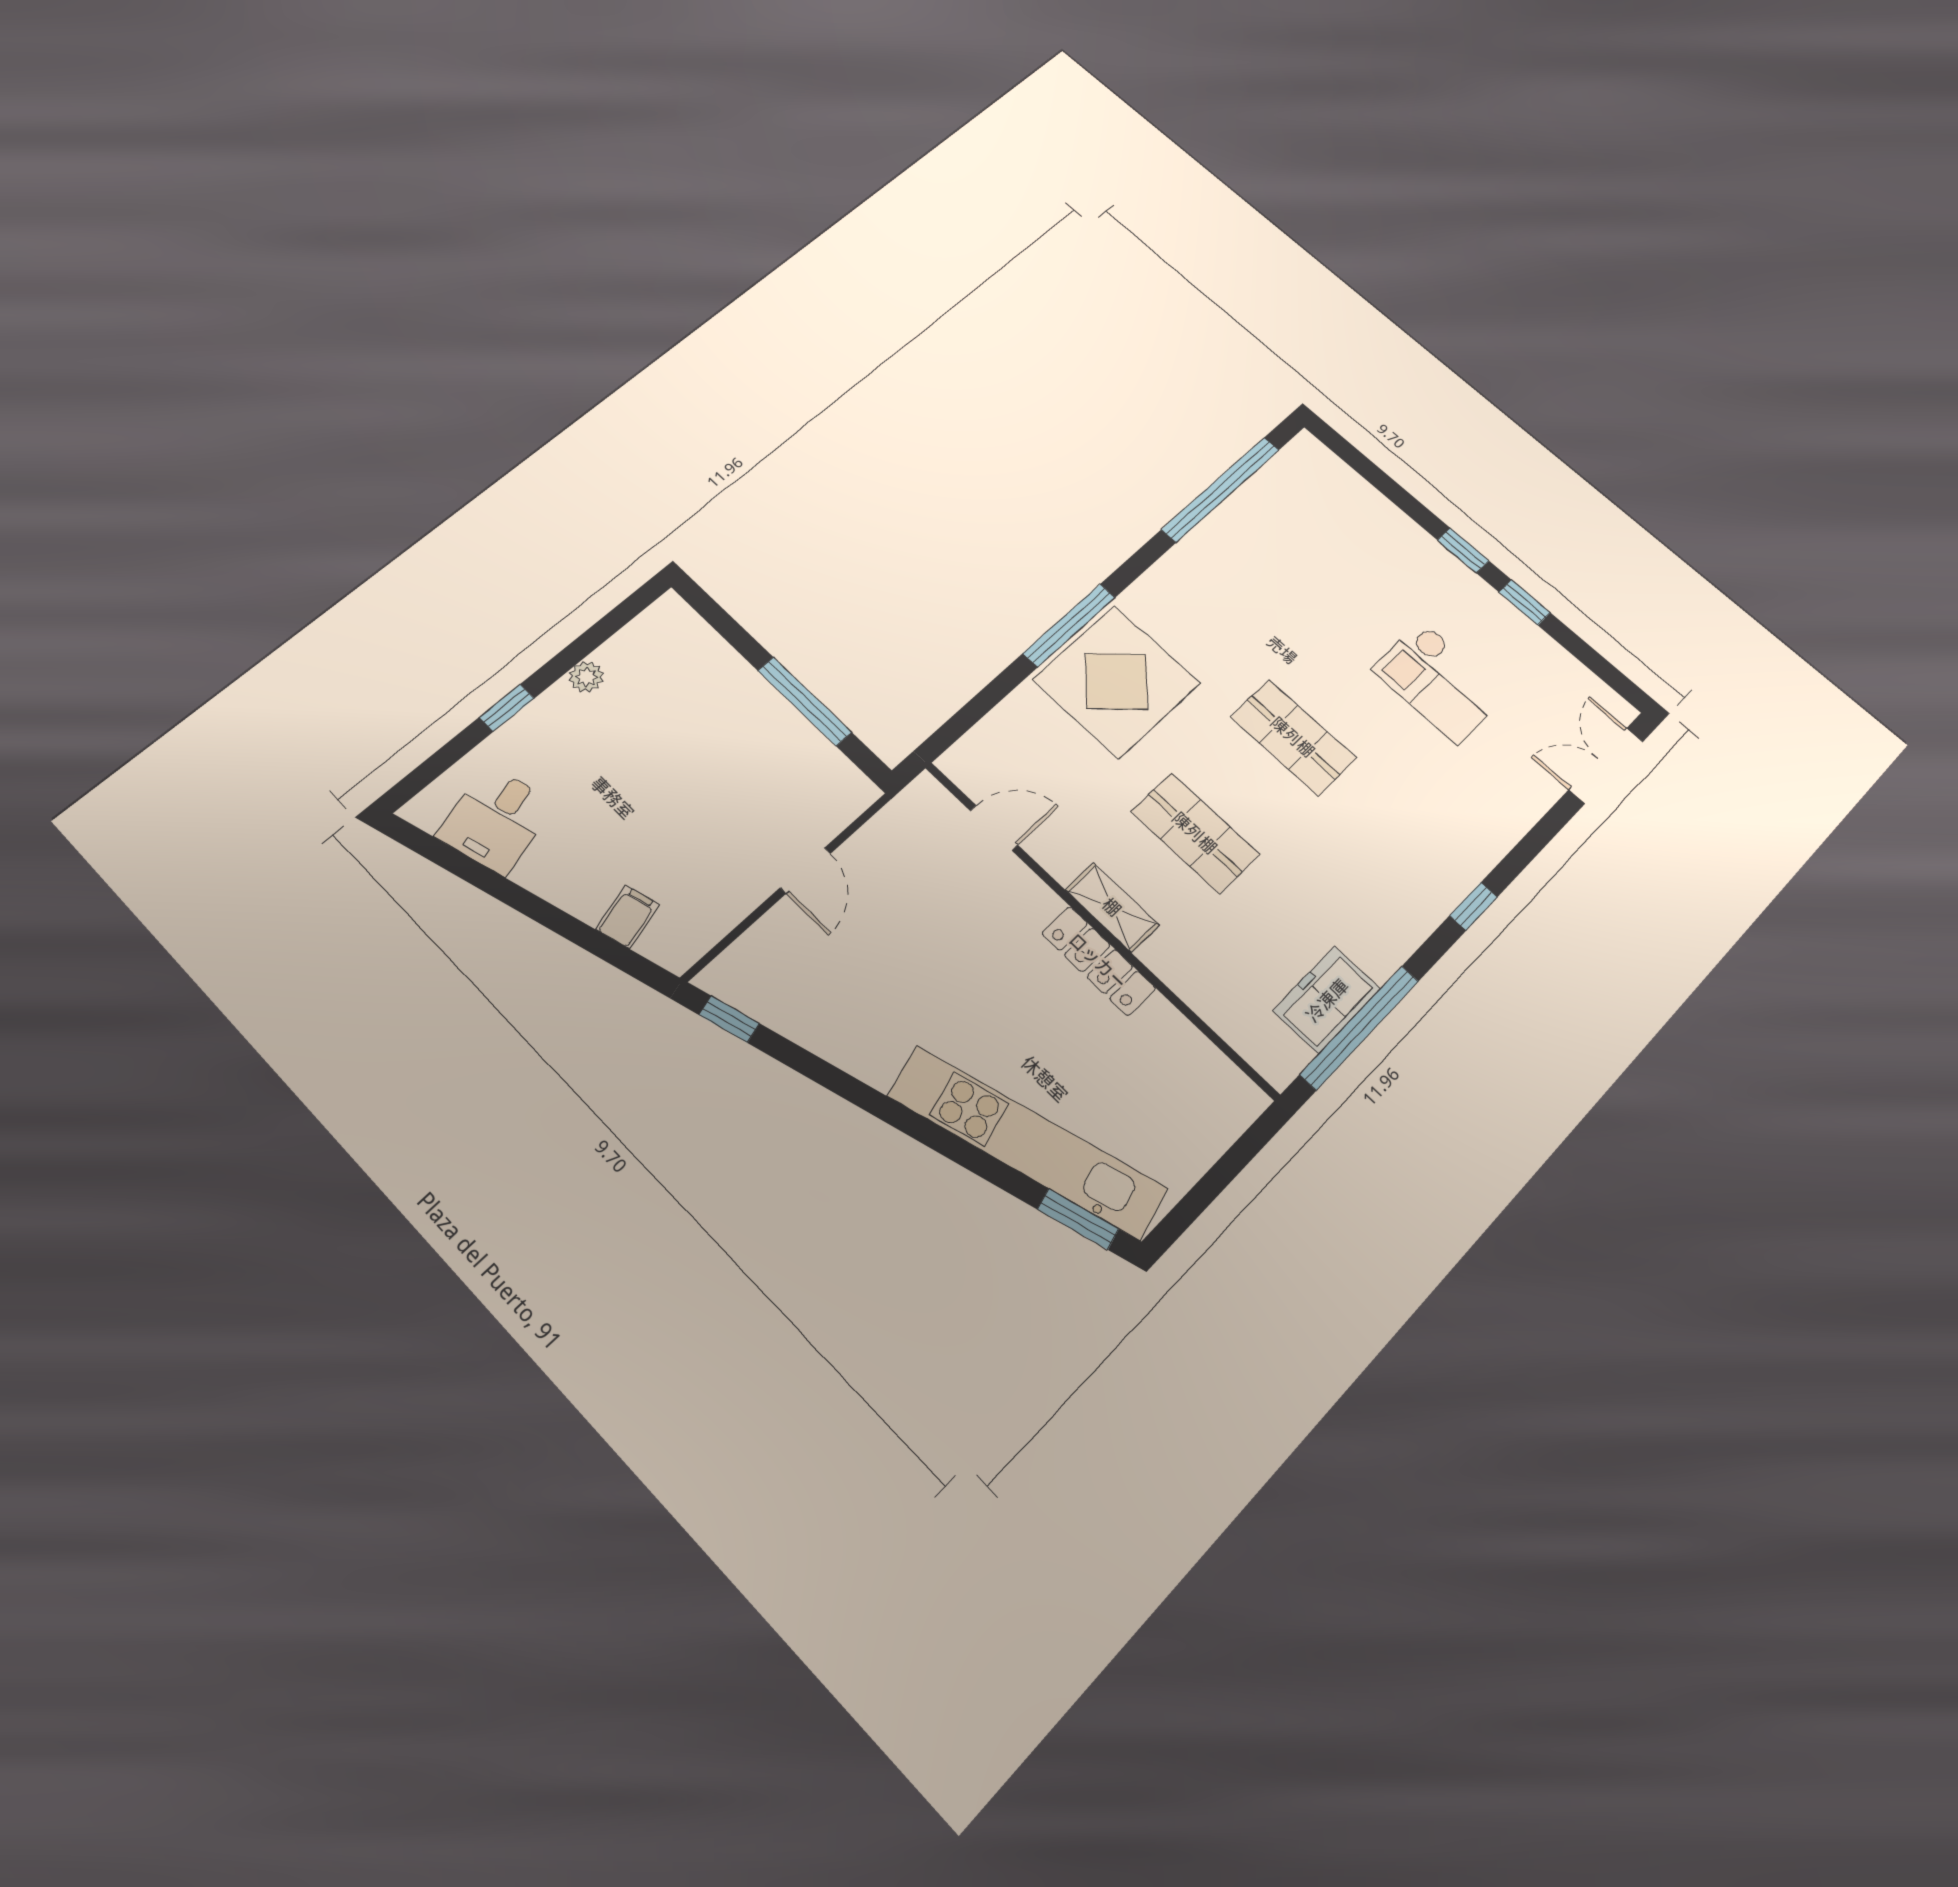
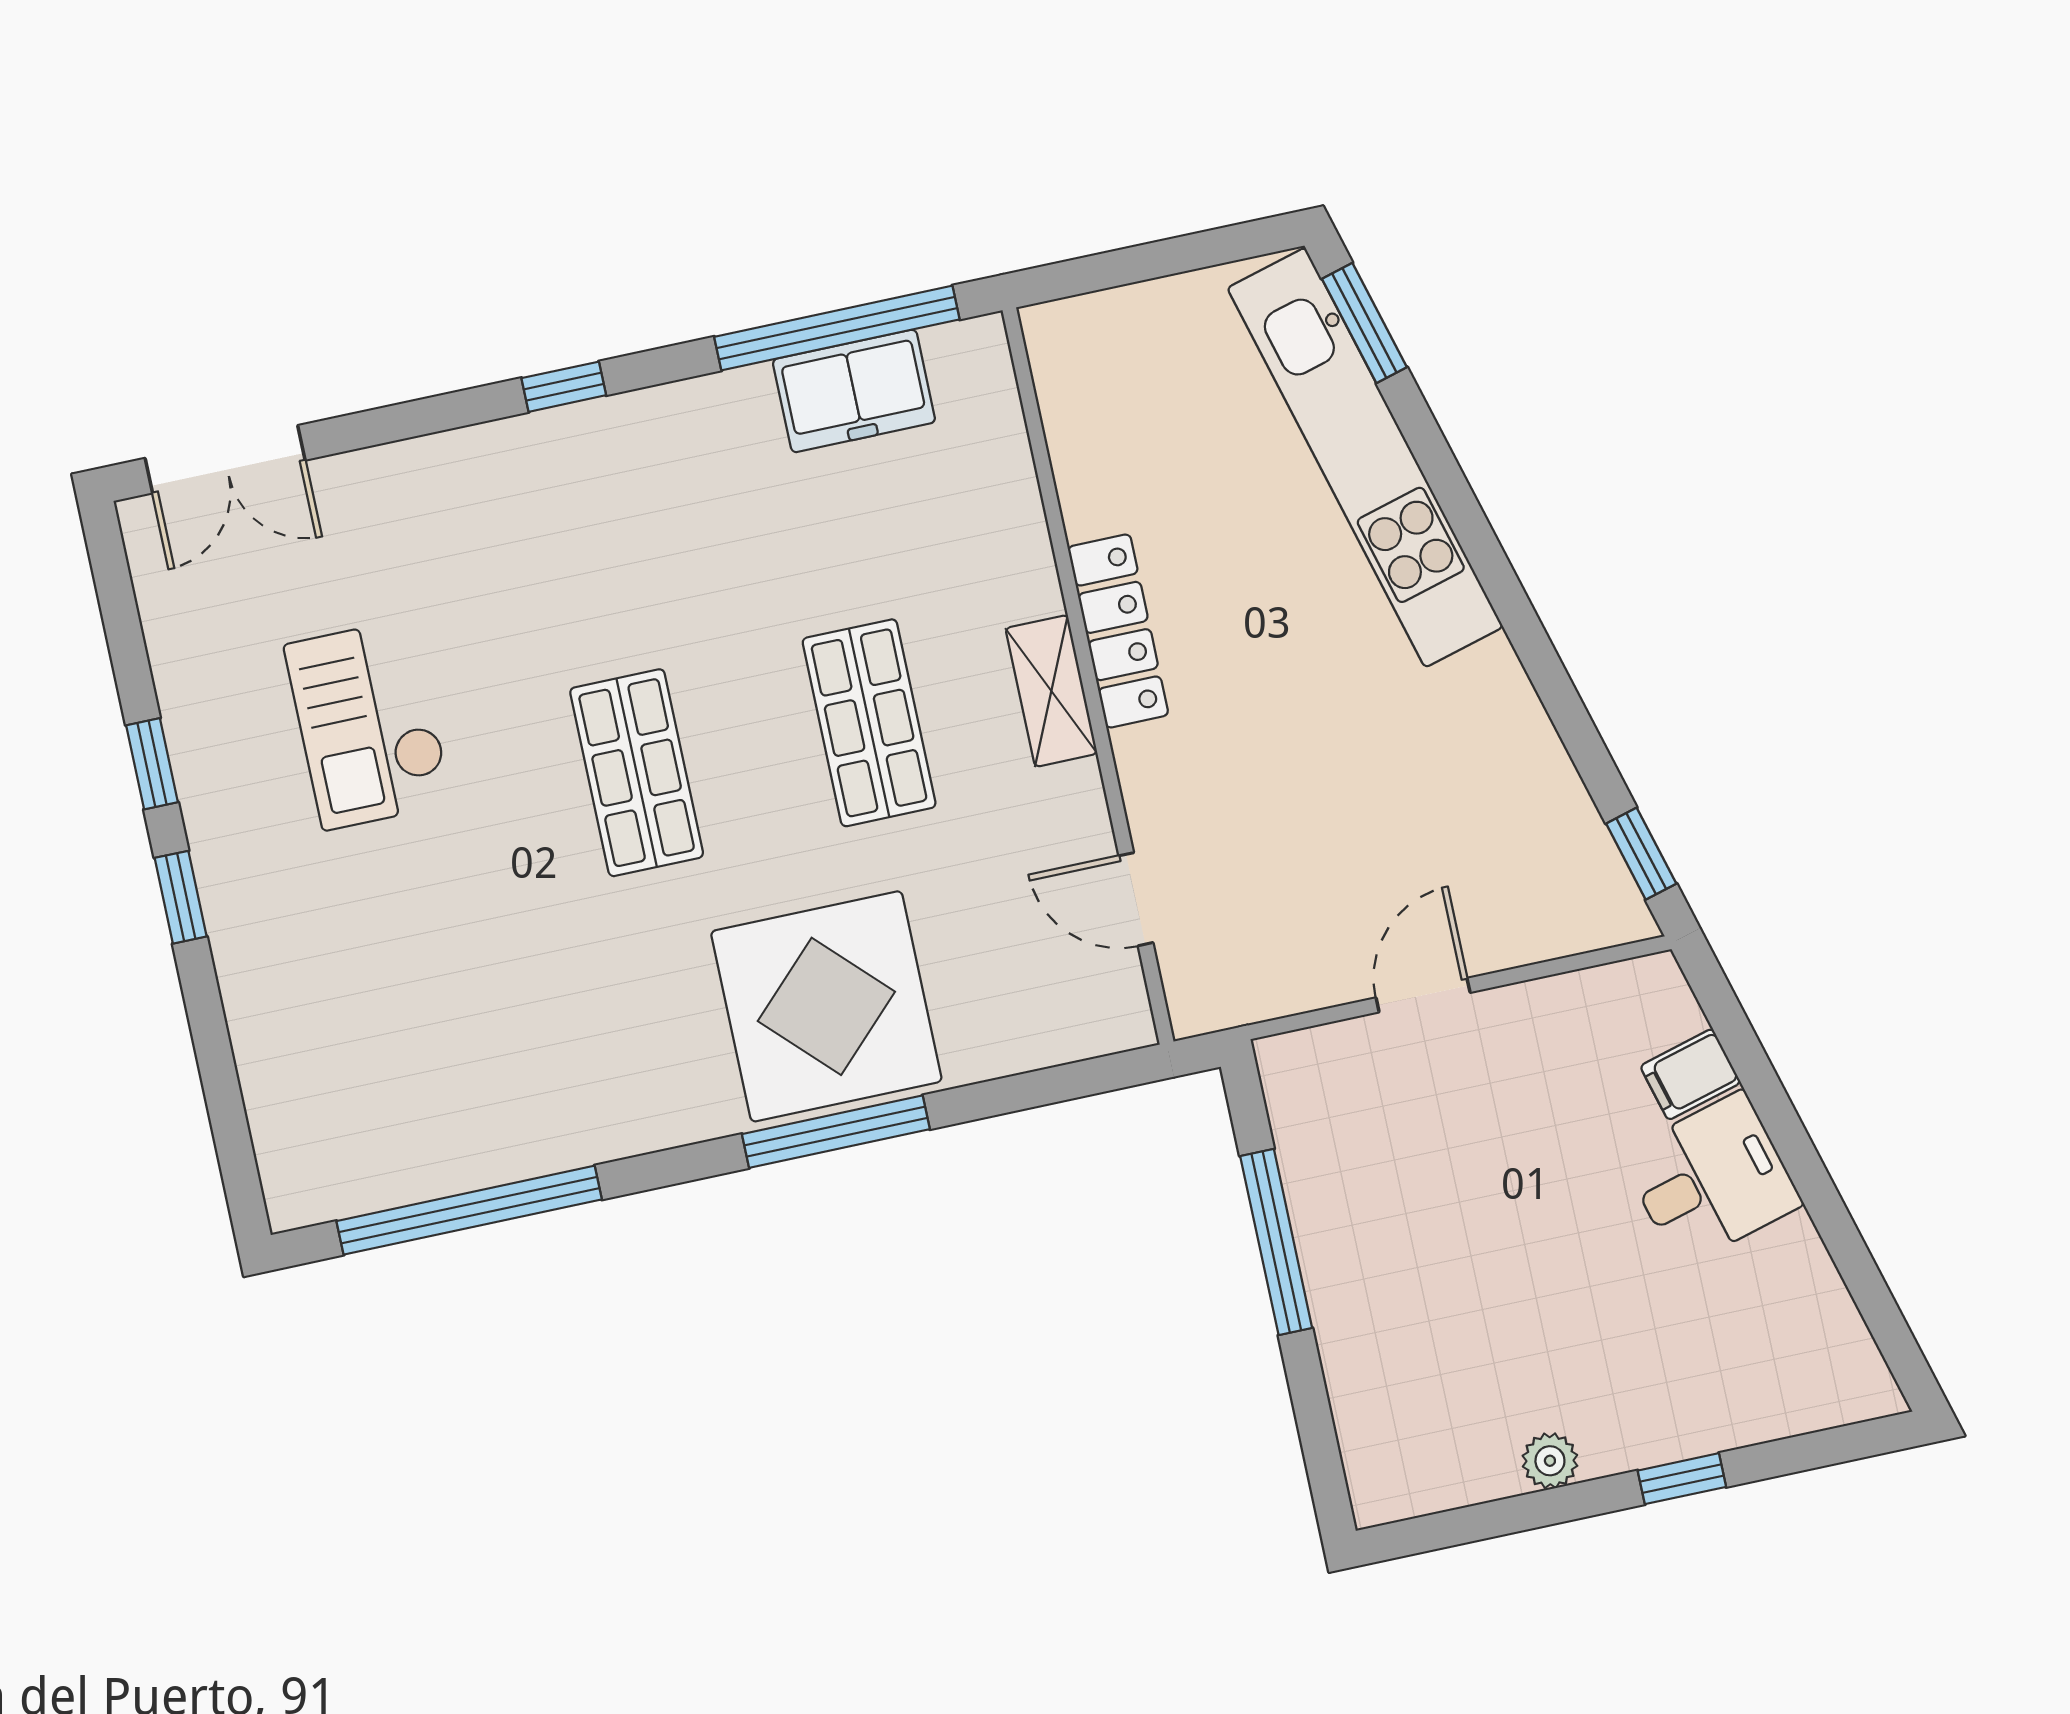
checkout: (1439, 682) -> (368, 724), turned 180
desk: (496, 820) -> (1711, 1179), moved

